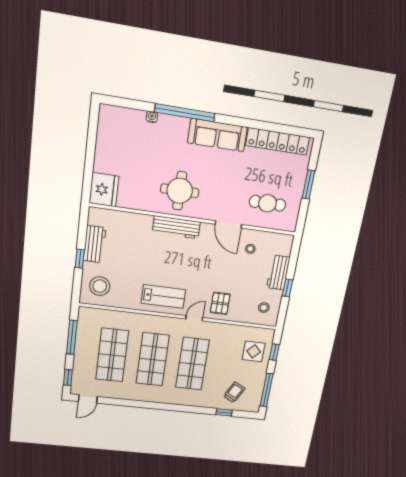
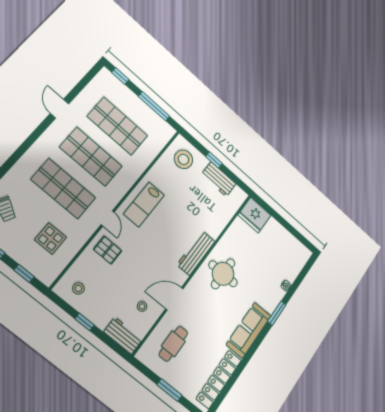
window: (185, 113) -> (277, 313), width x0.47
workbench: (278, 273) -> (123, 336), moved
display table: (254, 351) -> (51, 239), moved
door: (88, 399) -> (60, 109), moved

